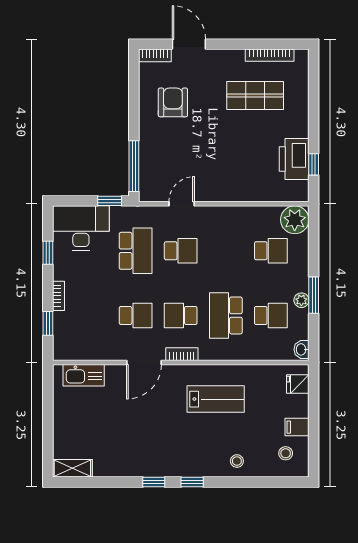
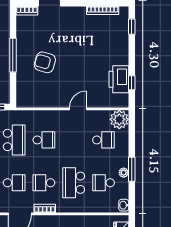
window: (314, 79) -> (132, 27), added
shop shelf: (255, 96) -> (93, 37), removed
armchair: (173, 102) -> (45, 62), moved, turned -74
window: (134, 166) -> (13, 55), moved
door: (182, 204) -> (78, 109), moved
school desk: (271, 315) -> (104, 183), turned 180

